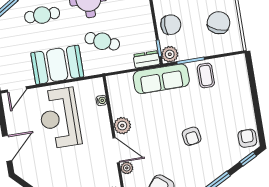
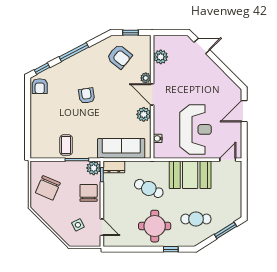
chair: (171, 25) -> (89, 193), turned 90
sofa: (161, 79) -> (121, 148), moved

